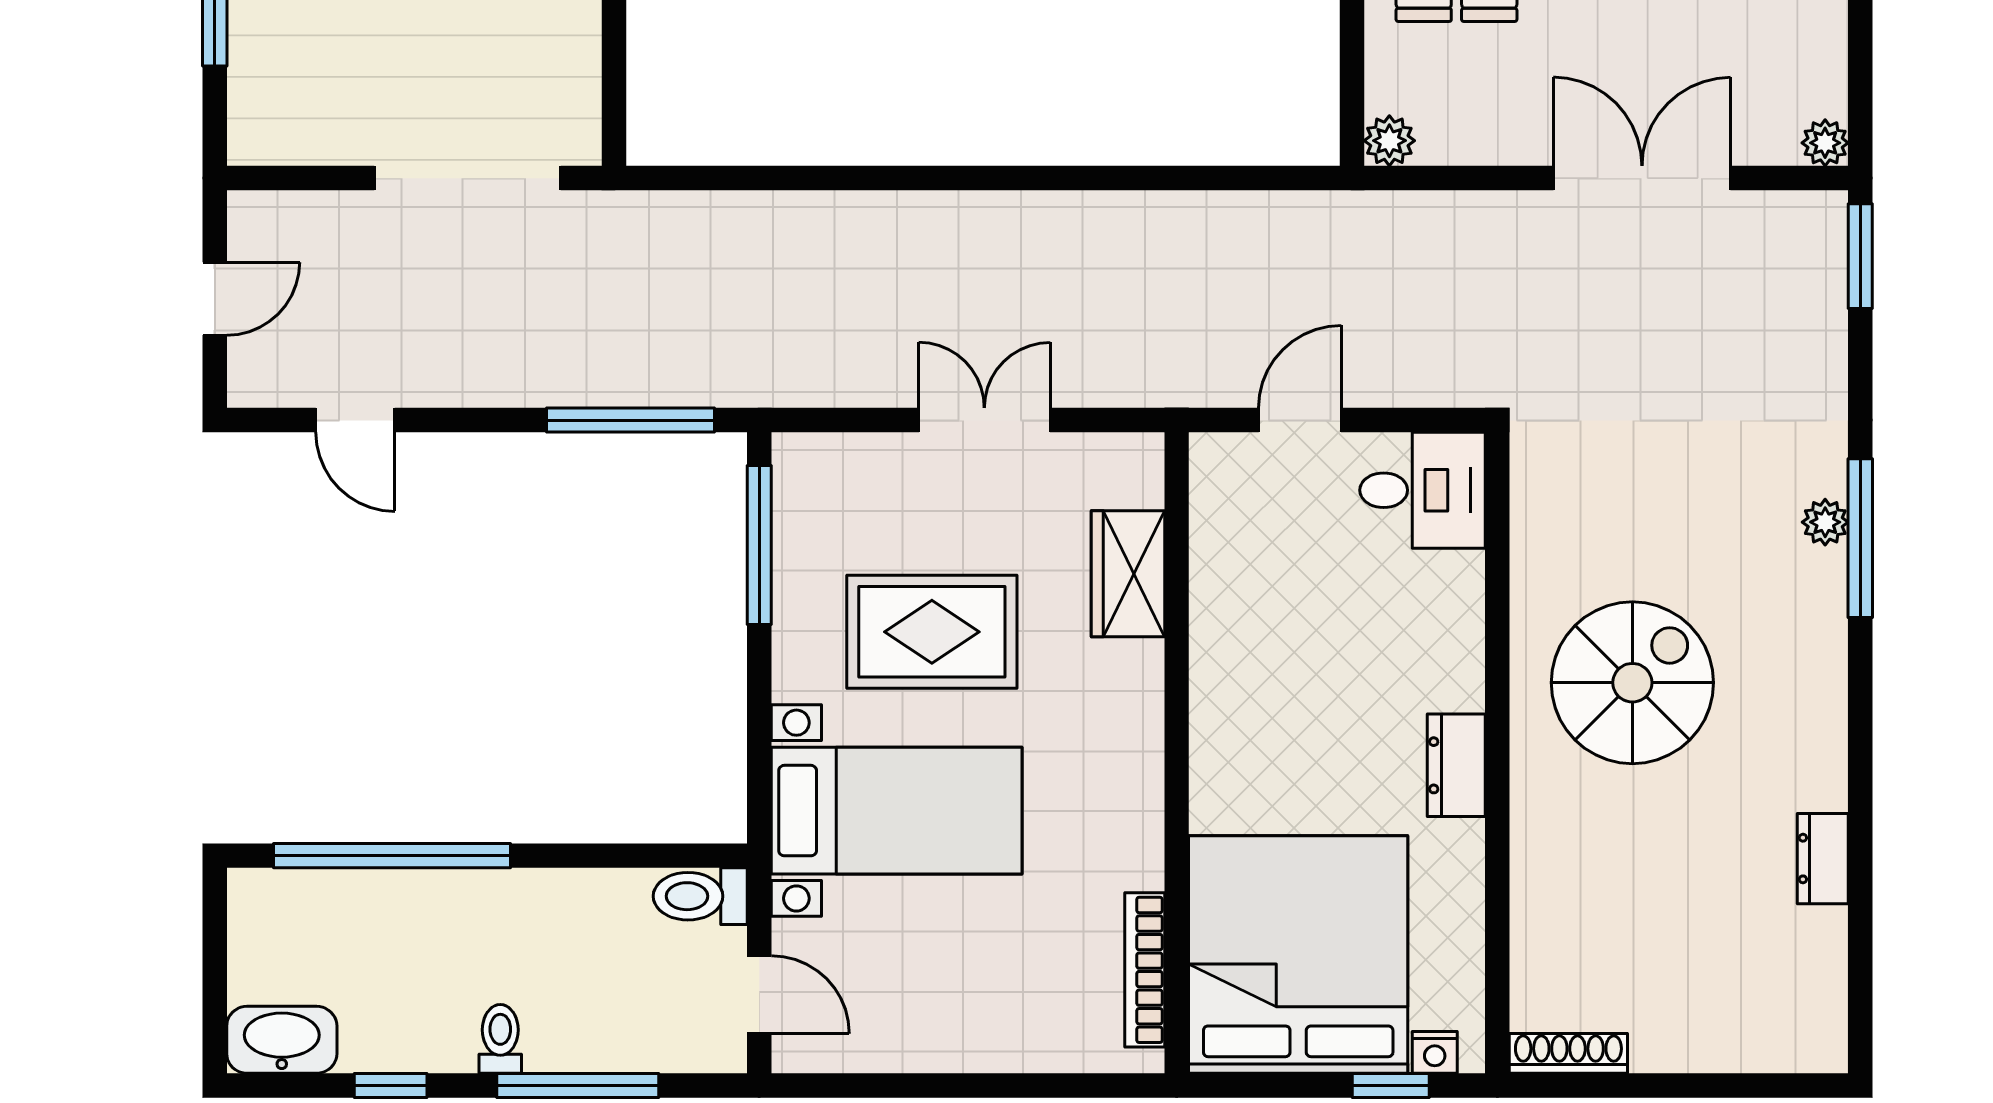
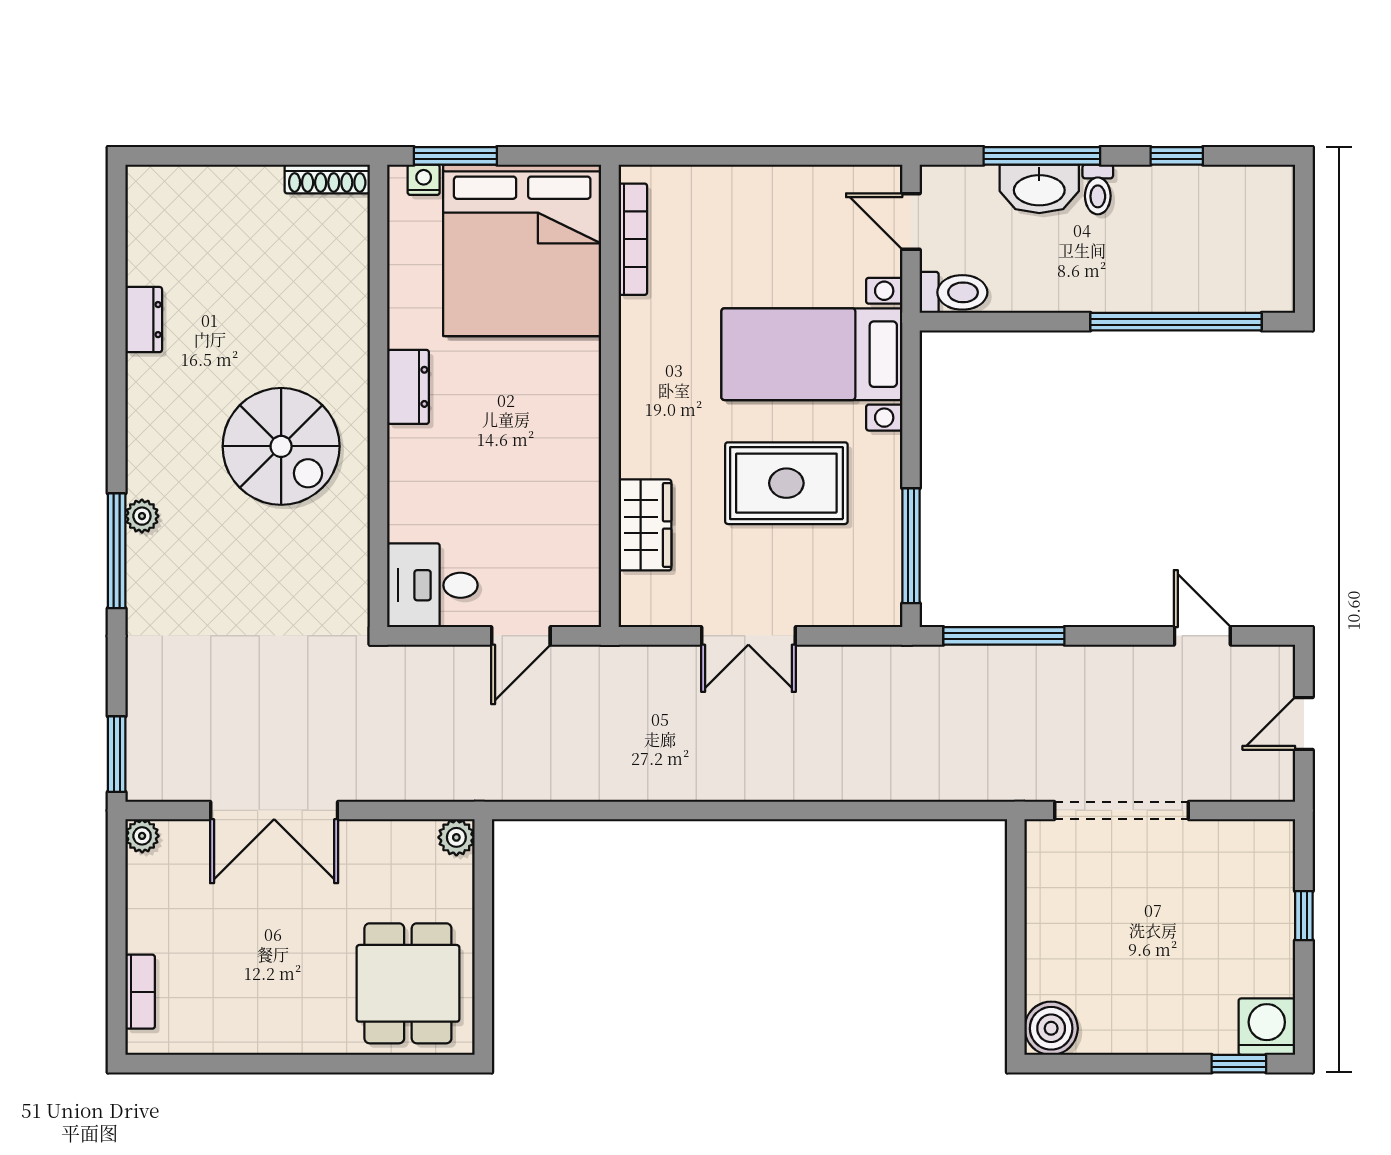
plant: (1825, 522) -> (142, 516), moved
spiral stairs: (1632, 683) -> (281, 446), turned -90
washbasin: (282, 1040) -> (1039, 189), moved
window: (1391, 1086) -> (455, 156), width x1.50

